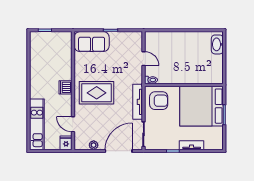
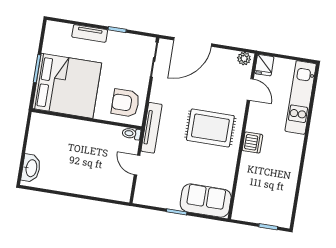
tv unit: (138, 102) -> (152, 128), moved
plant: (94, 145) -> (244, 59), moved

